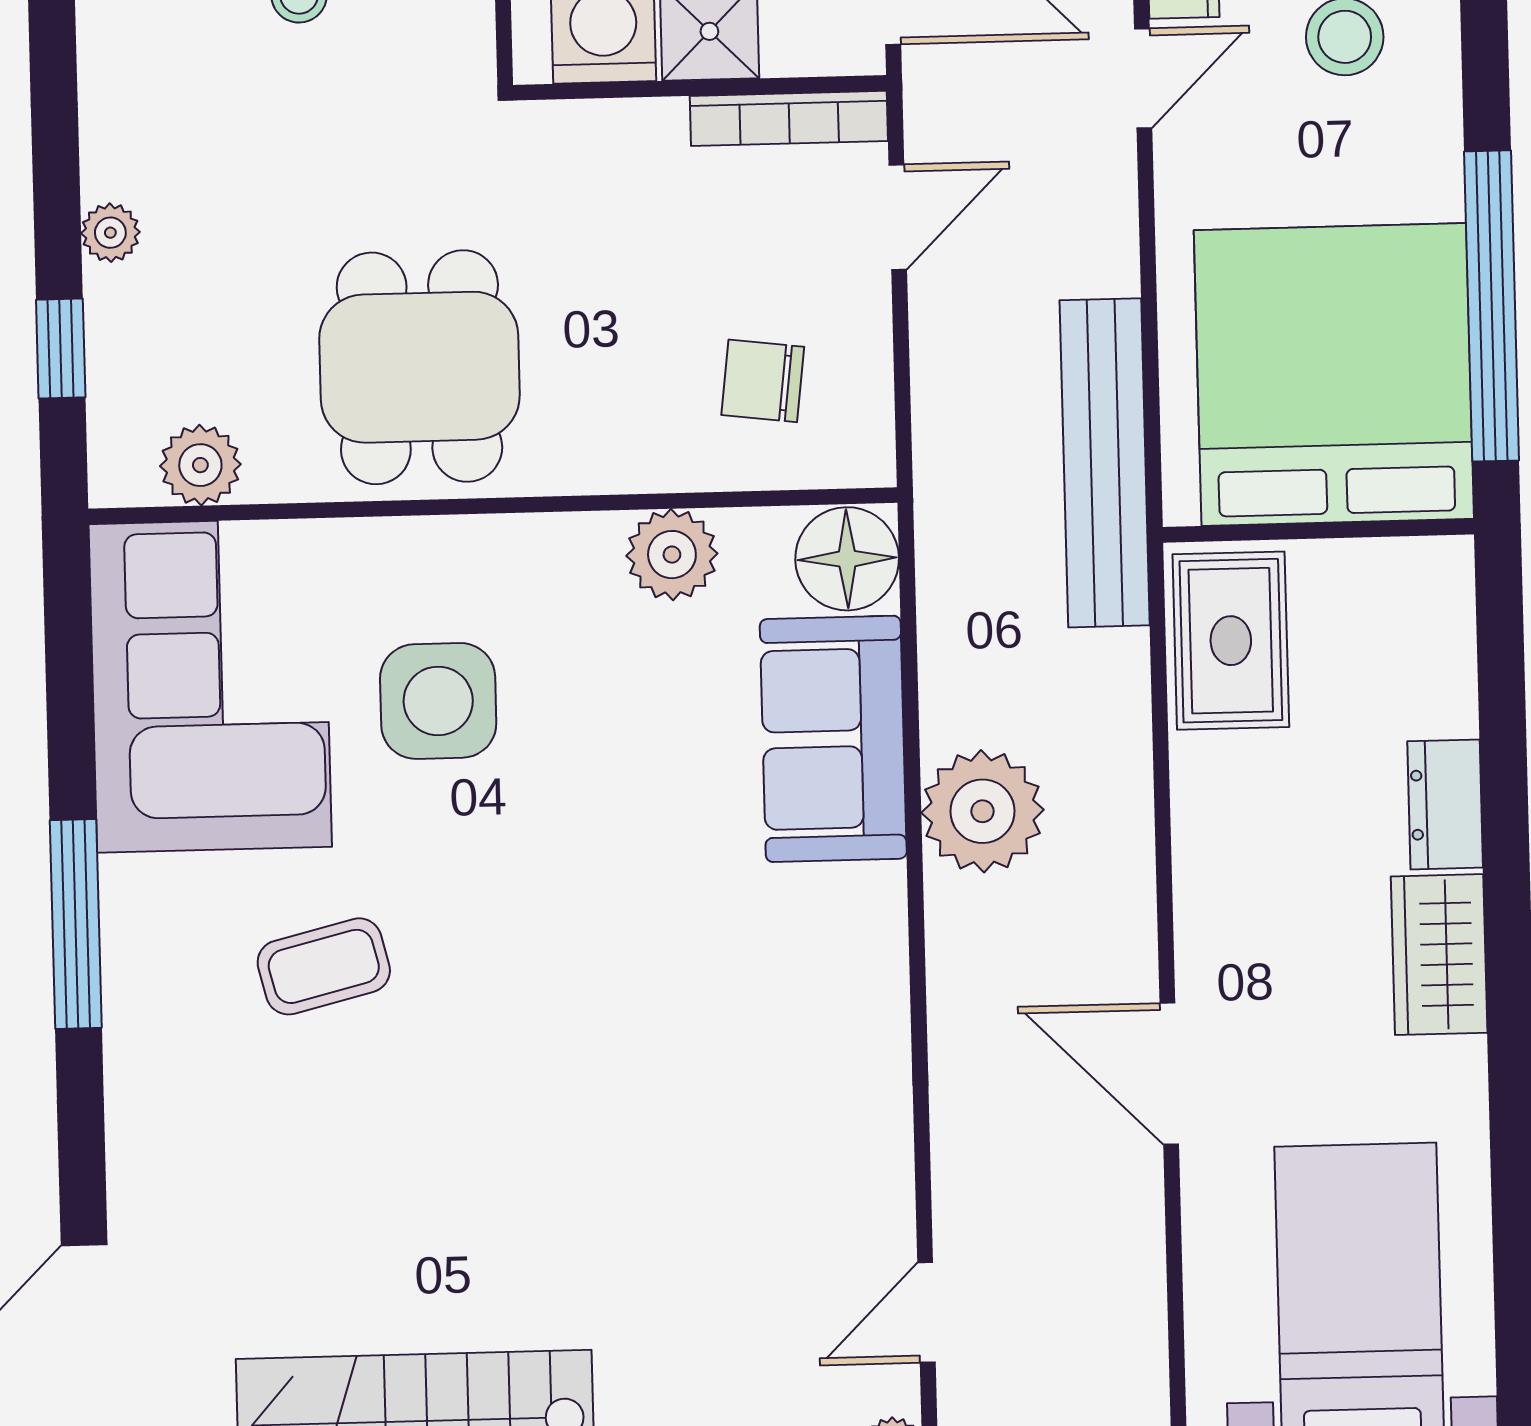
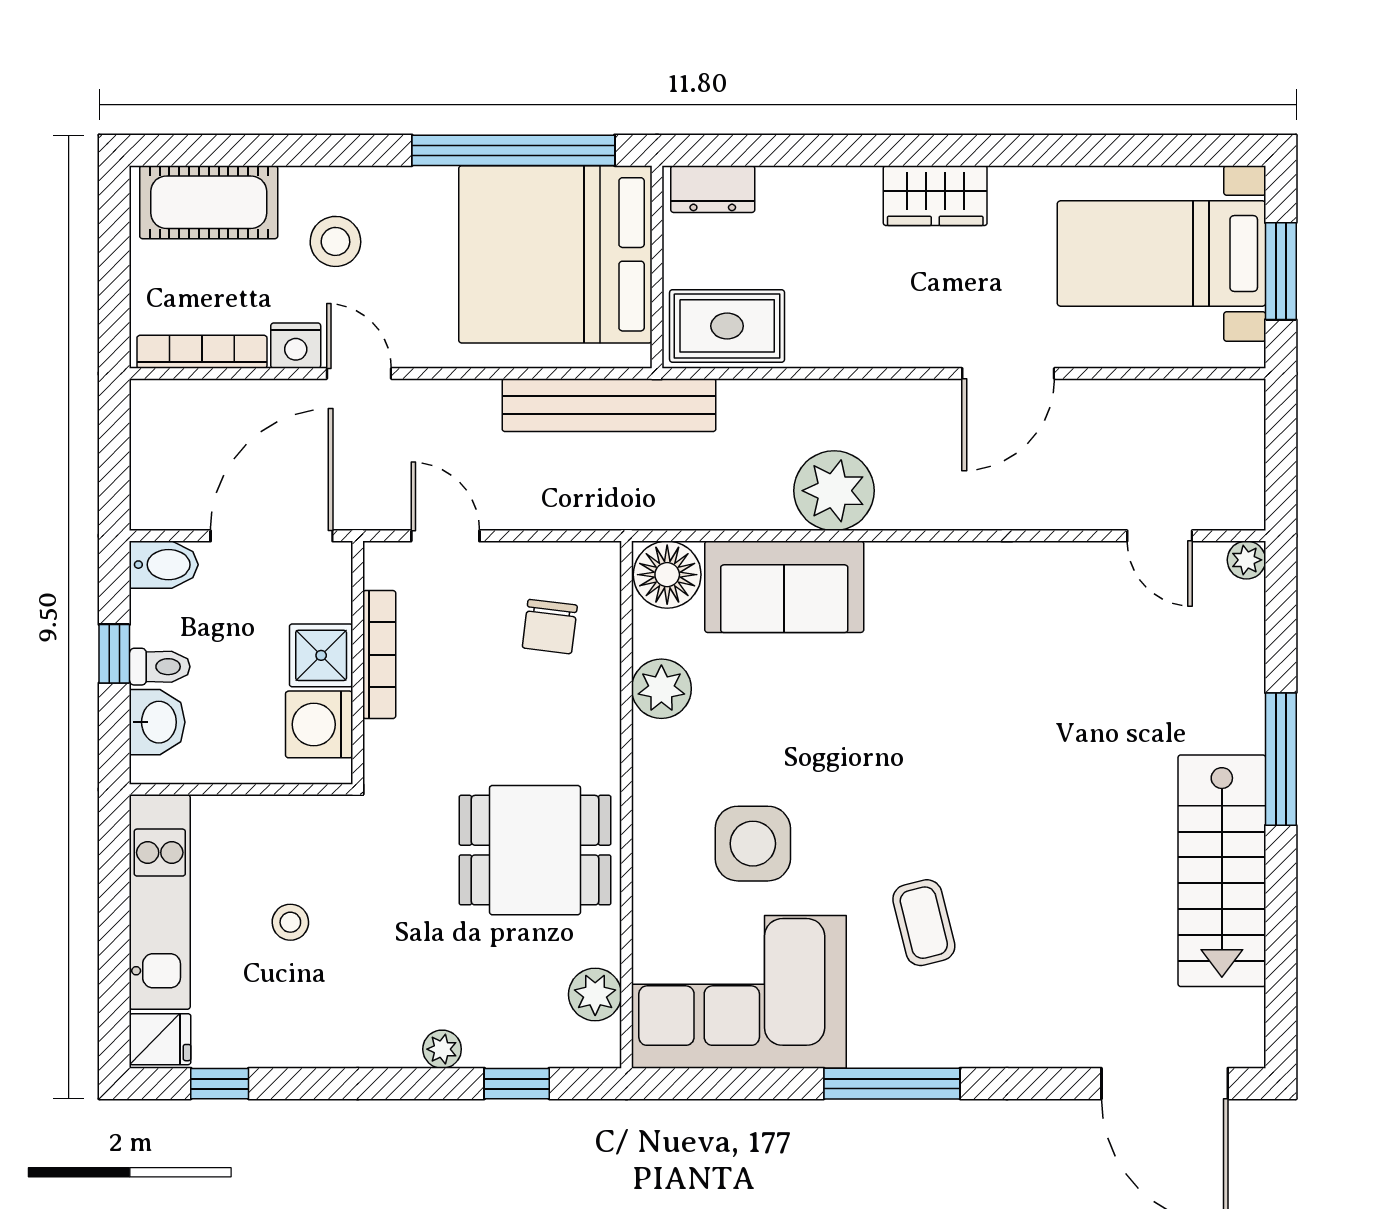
bookcase: (789, 118) -> (379, 655), moved
dresser: (1445, 804) -> (713, 189), moved

